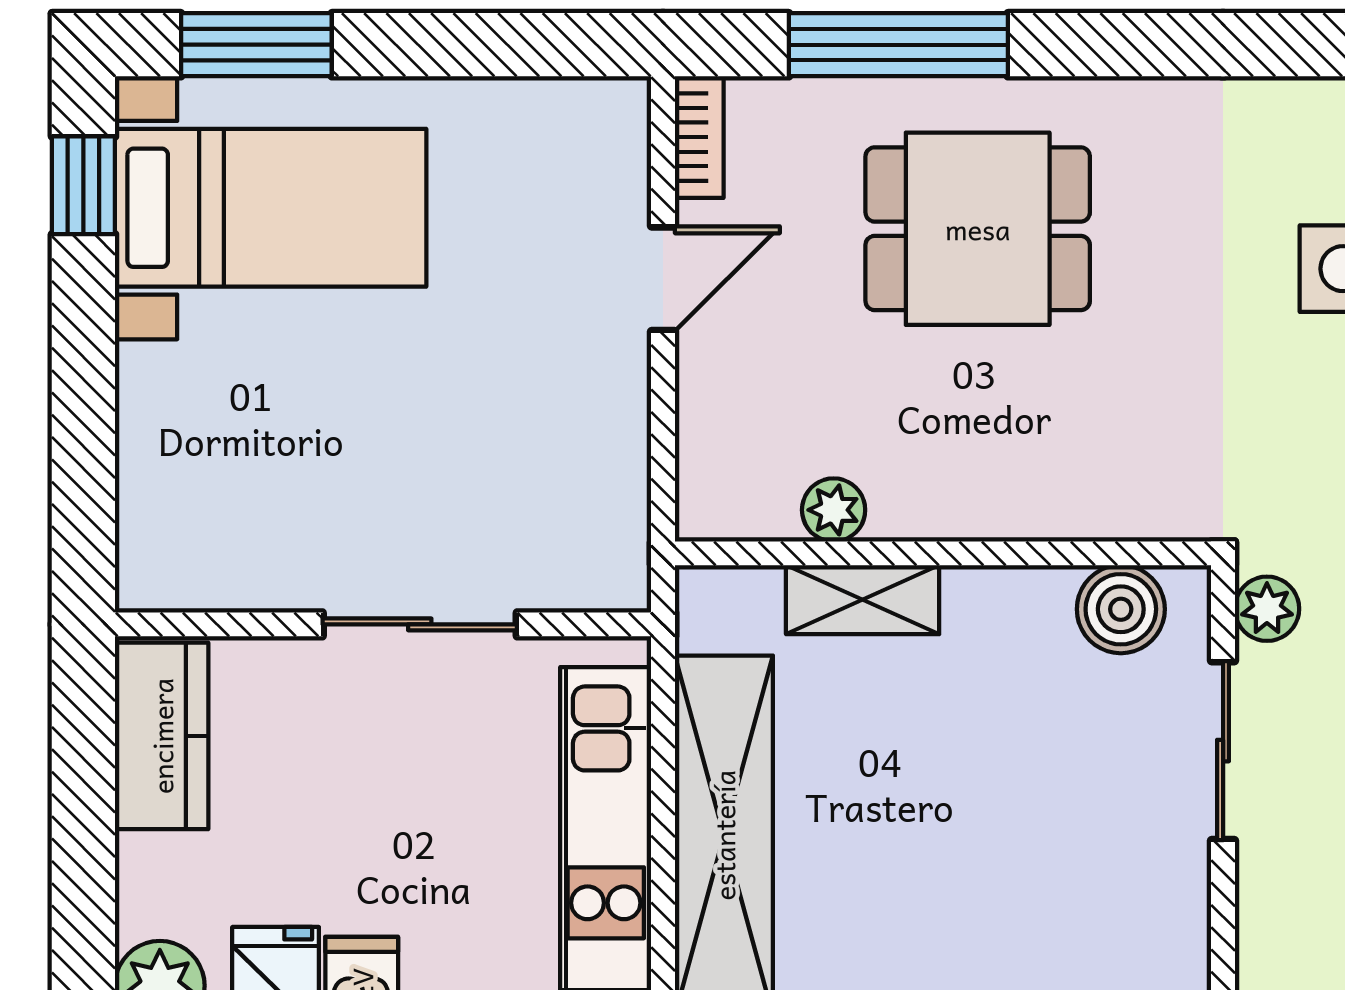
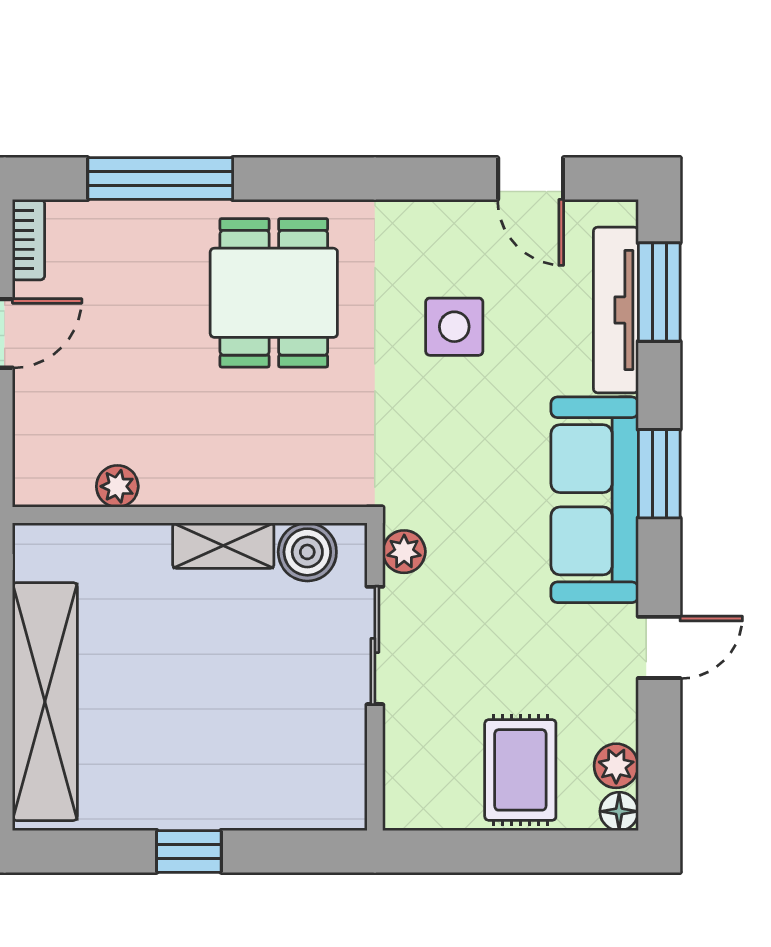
dining table: (978, 229) -> (274, 293), moved, turned 90
shelving: (863, 600) -> (223, 546), moved

